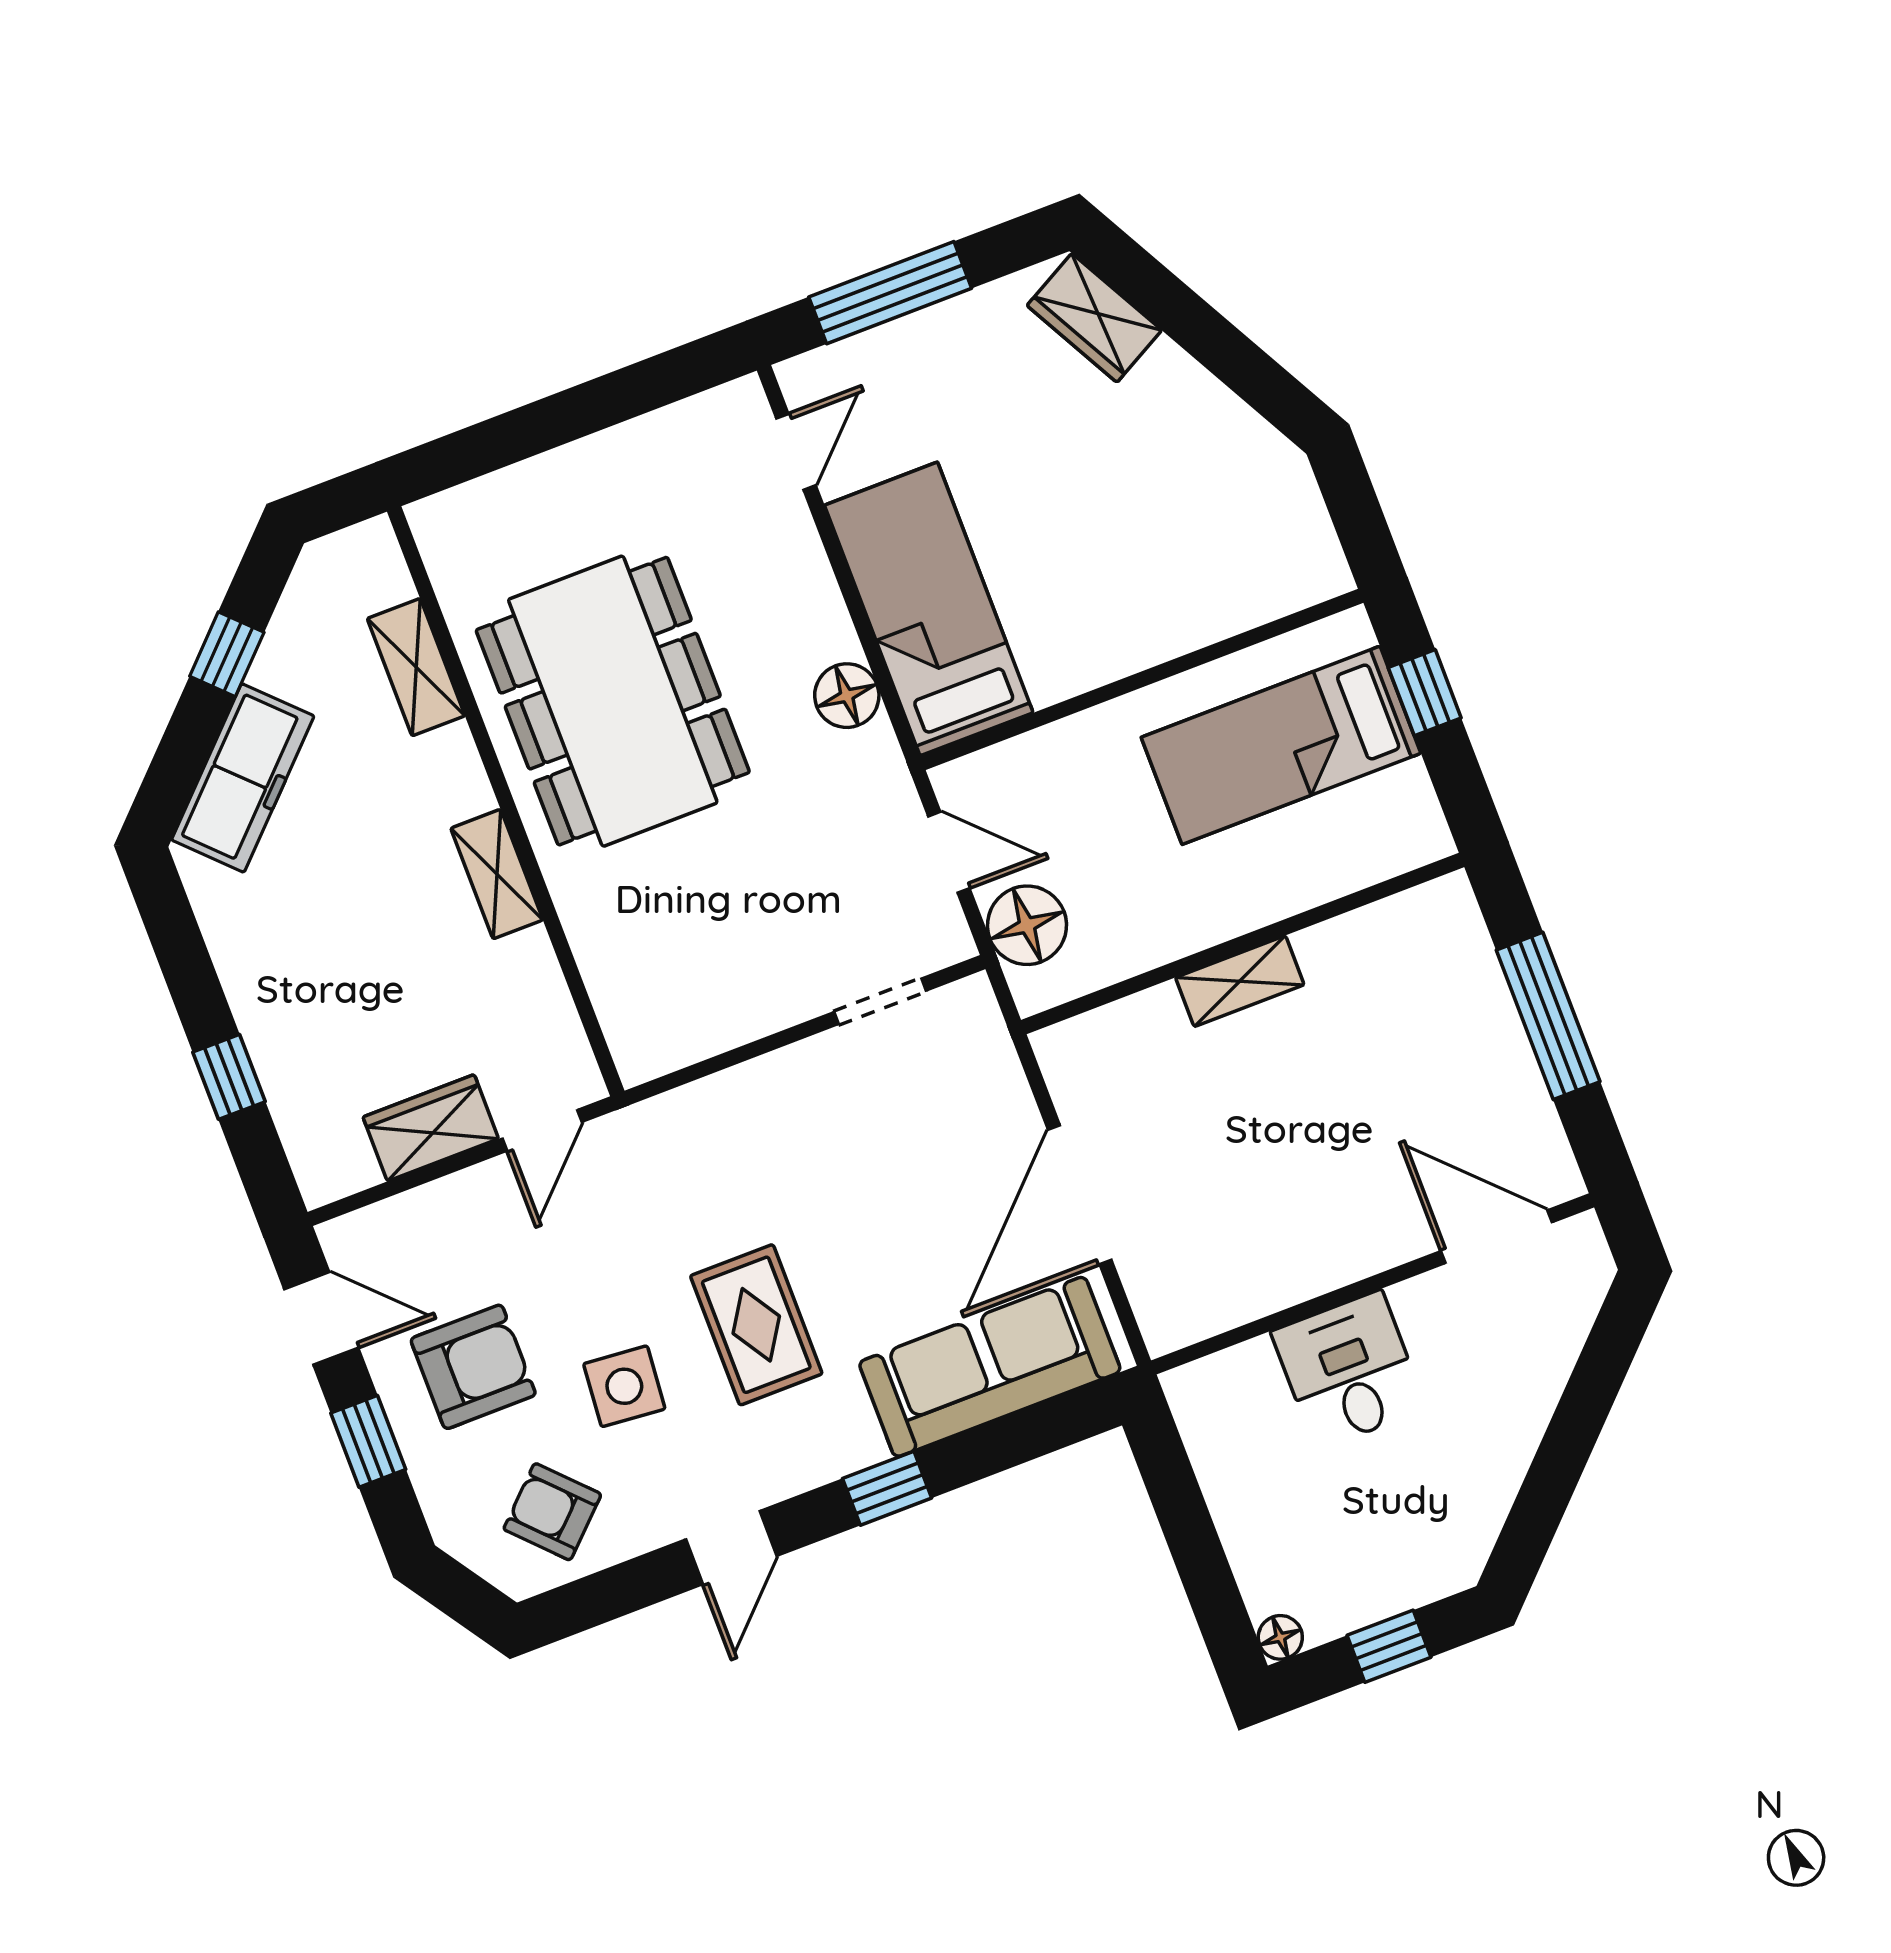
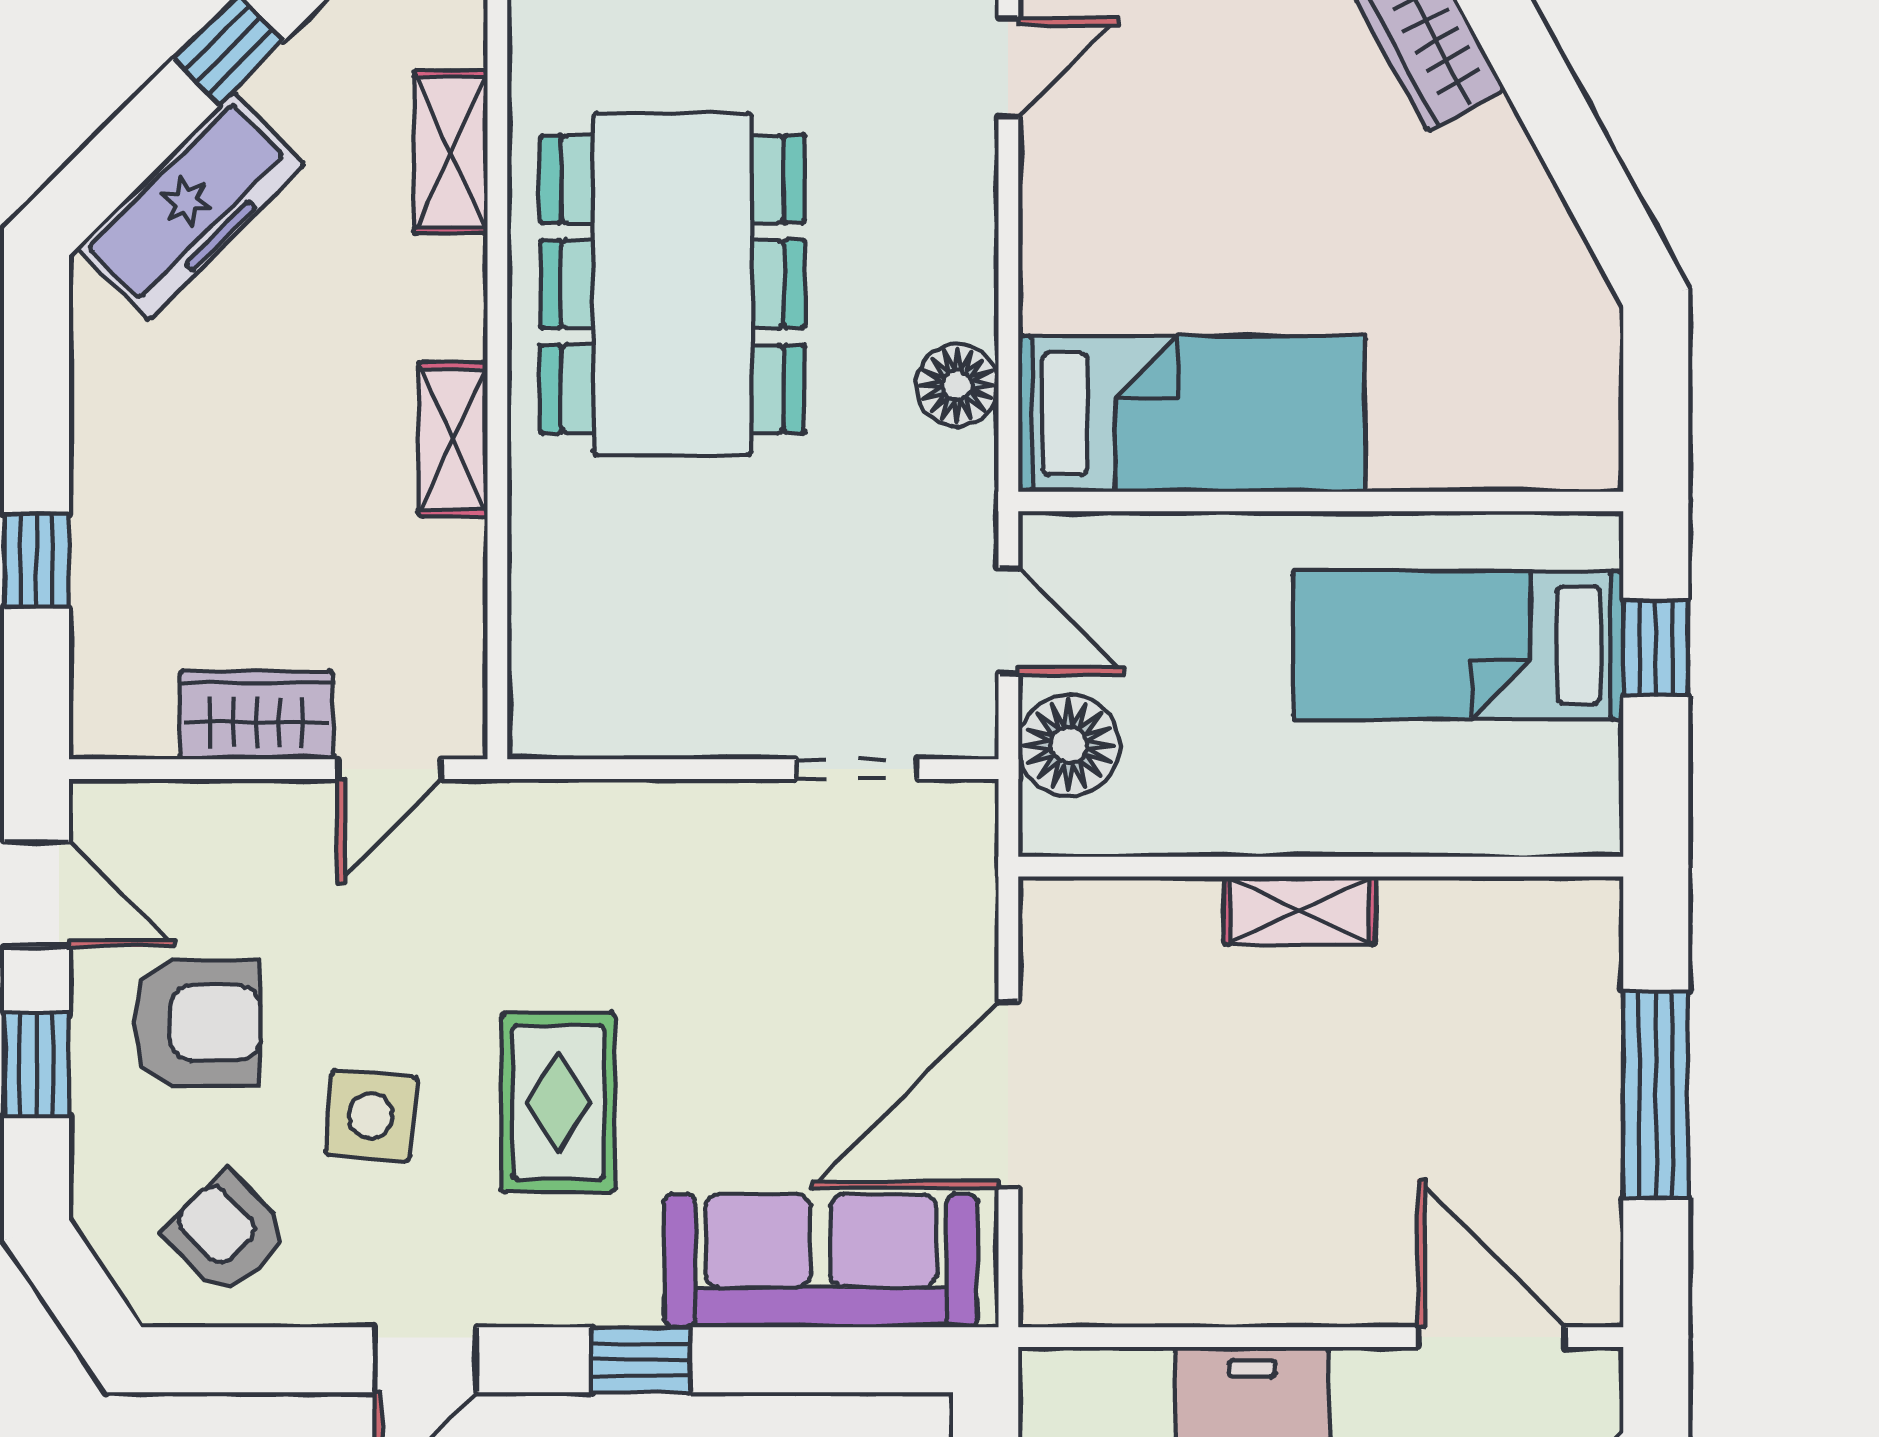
bed: (929, 609) -> (1191, 414), moved, turned 90

